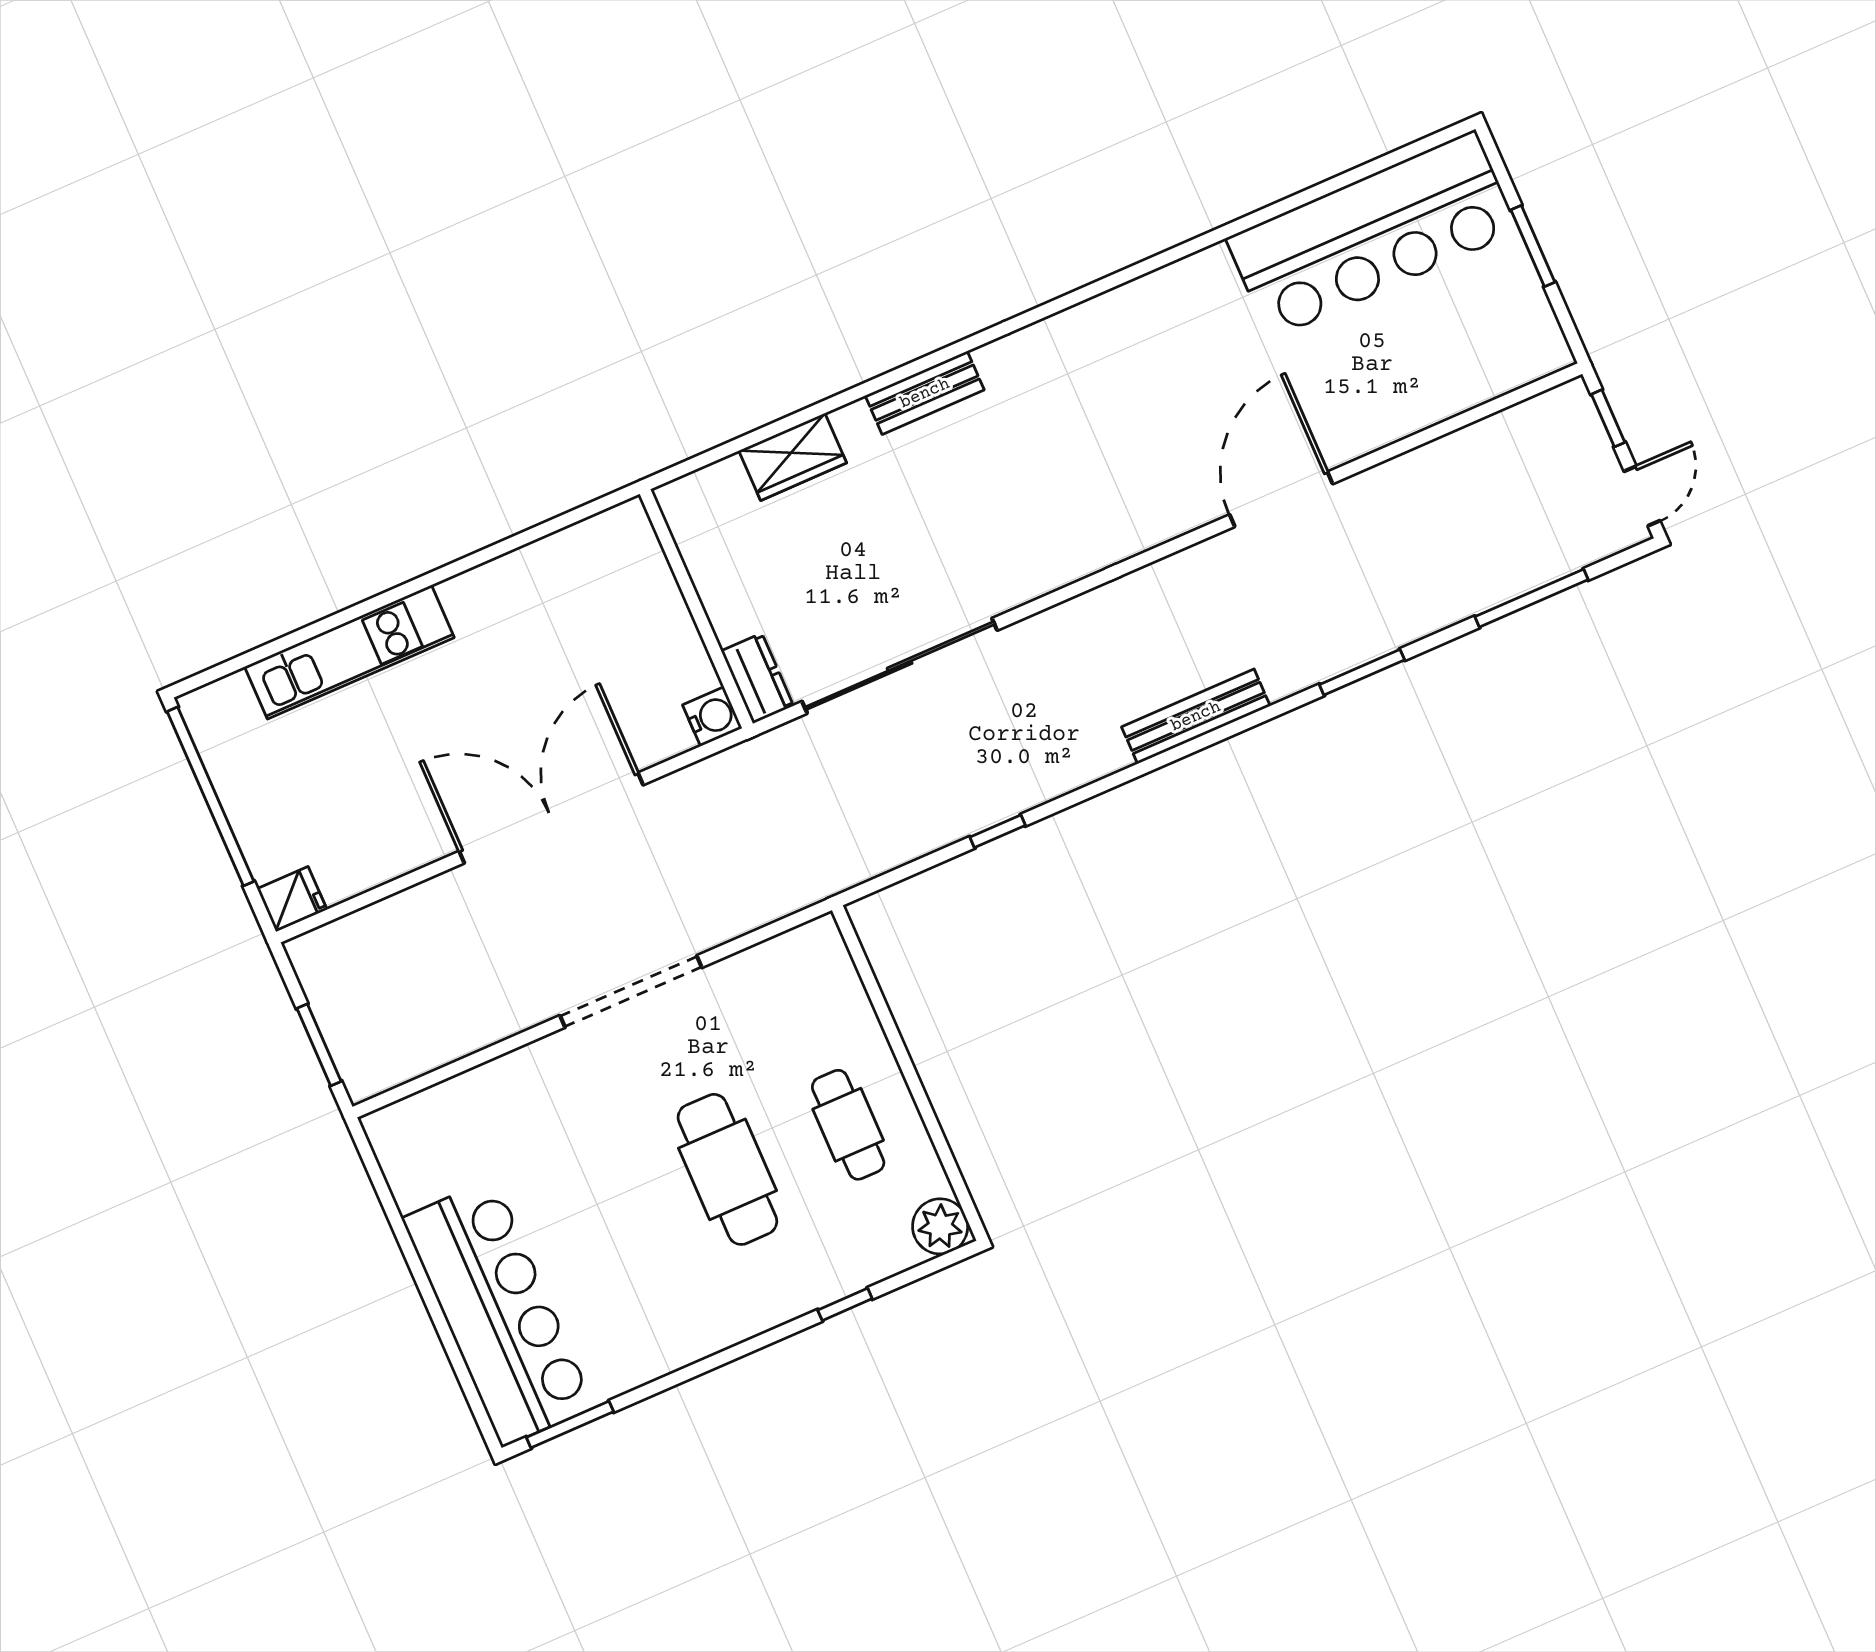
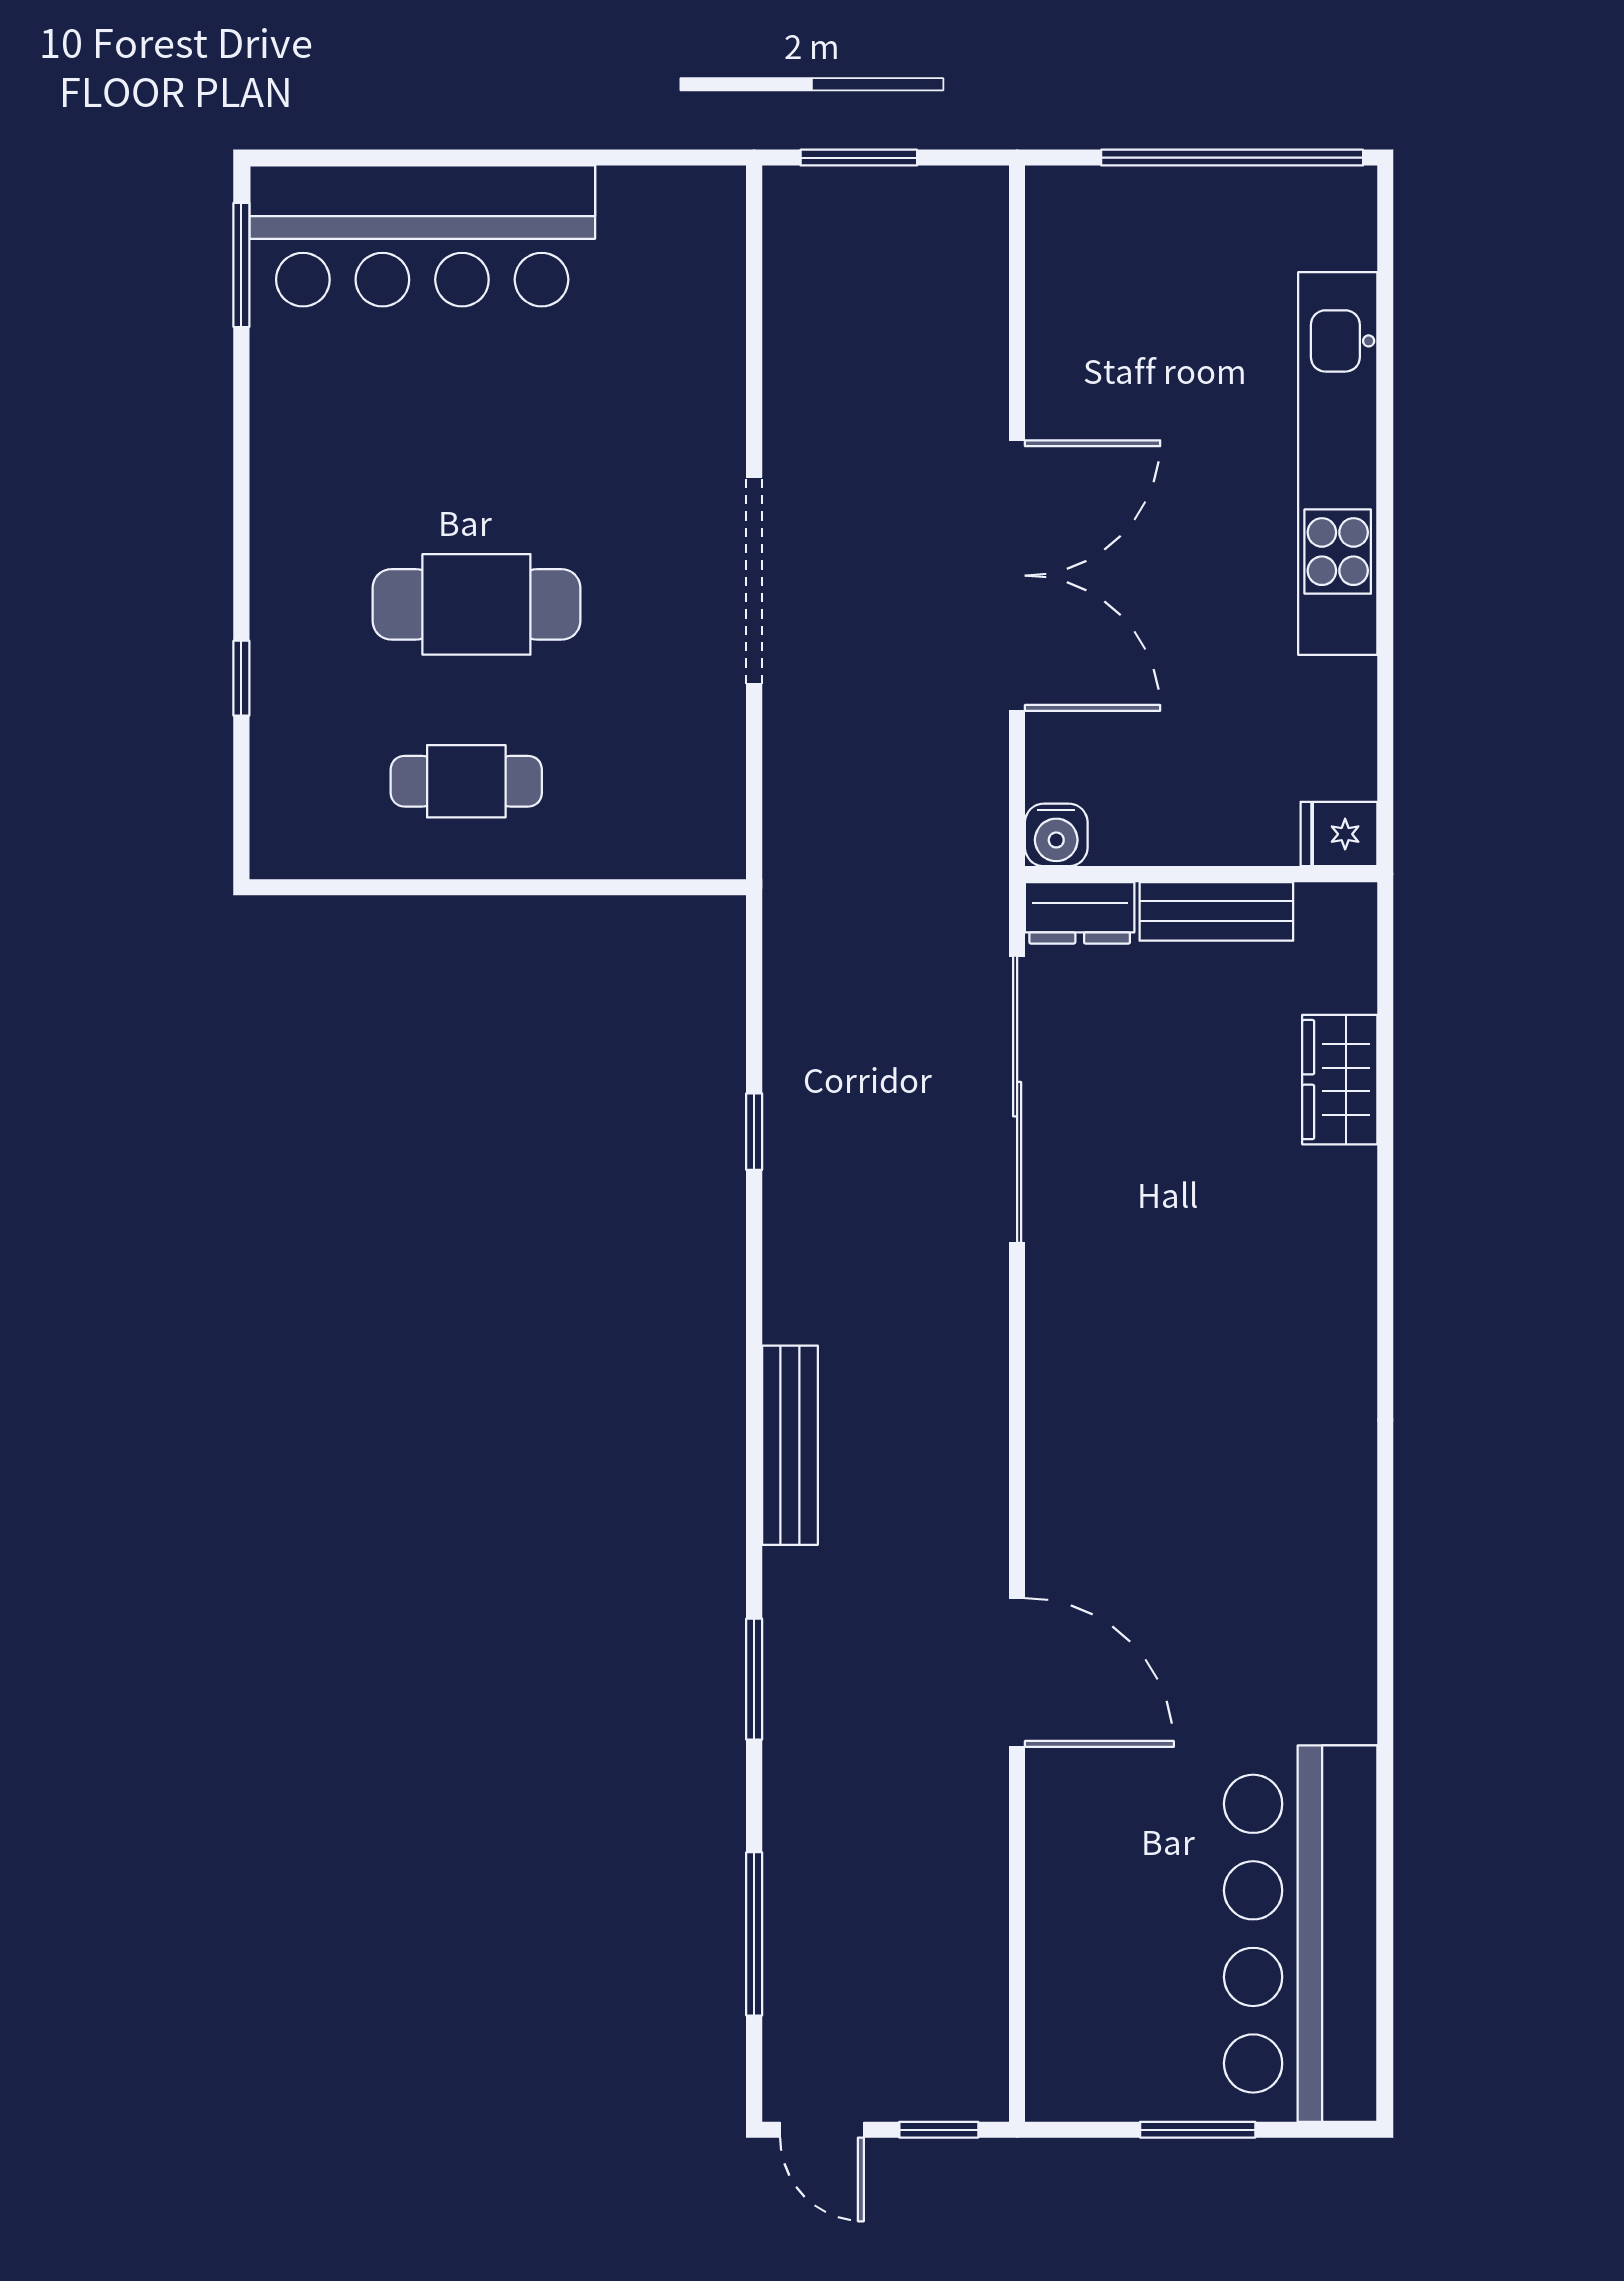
bench: (925, 393) -> (1216, 911), moved, turned 90
kitchen unit: (349, 652) -> (1338, 463), width x1.36
fridge: (292, 899) -> (1339, 834), moved, turned 90
plant: (940, 1226) -> (287, 841), removed

